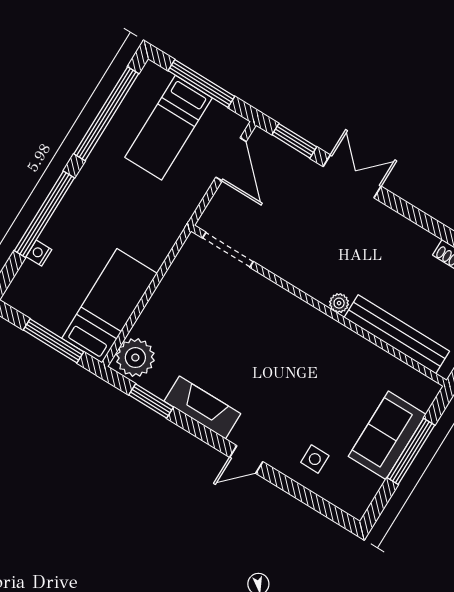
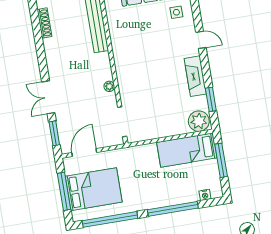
bed: (168, 128) -> (94, 189), width x1.50
nightstand: (39, 253) -> (205, 195), moved
plant: (339, 303) -> (109, 86), moved

